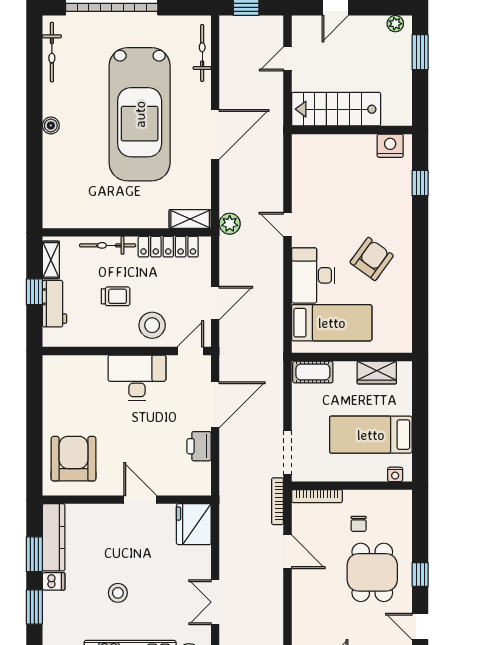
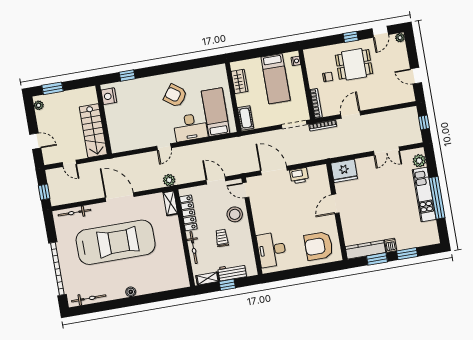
desk: (137, 378) -> (272, 250), moved
stool: (118, 593) -> (391, 207), removed

